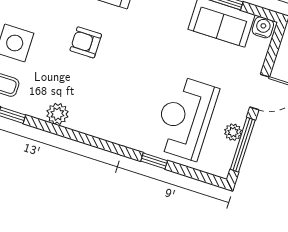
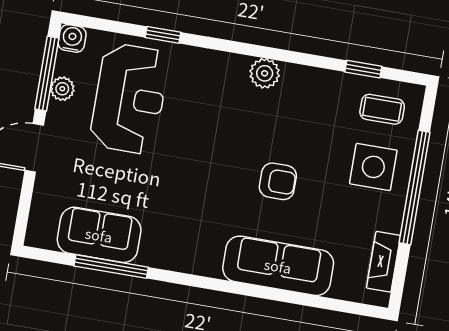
water cooler: (263, 27) -> (72, 38), moved, turned 180
plant: (57, 114) -> (265, 73), moved

